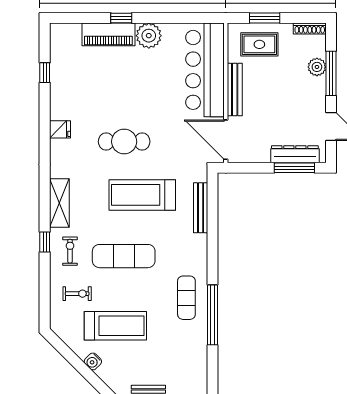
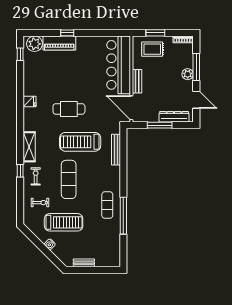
plant: (149, 36) -> (35, 44), moved
plant: (317, 67) -> (188, 74), moved
window: (45, 73) -> (20, 54), moved
bench: (235, 90) -> (137, 81), width x0.73
window: (294, 168) -> (160, 125), moved
exercise mat: (124, 256) -> (69, 179), turned 90

